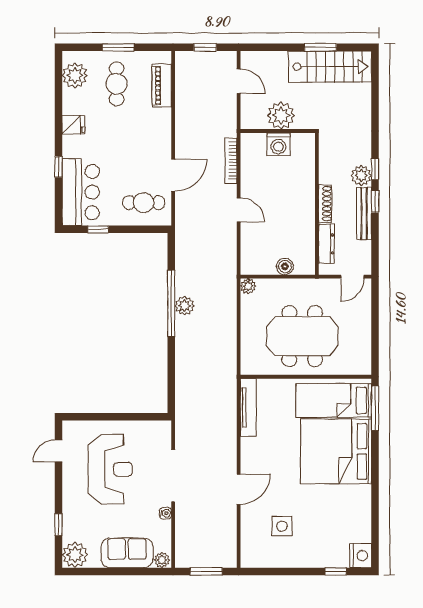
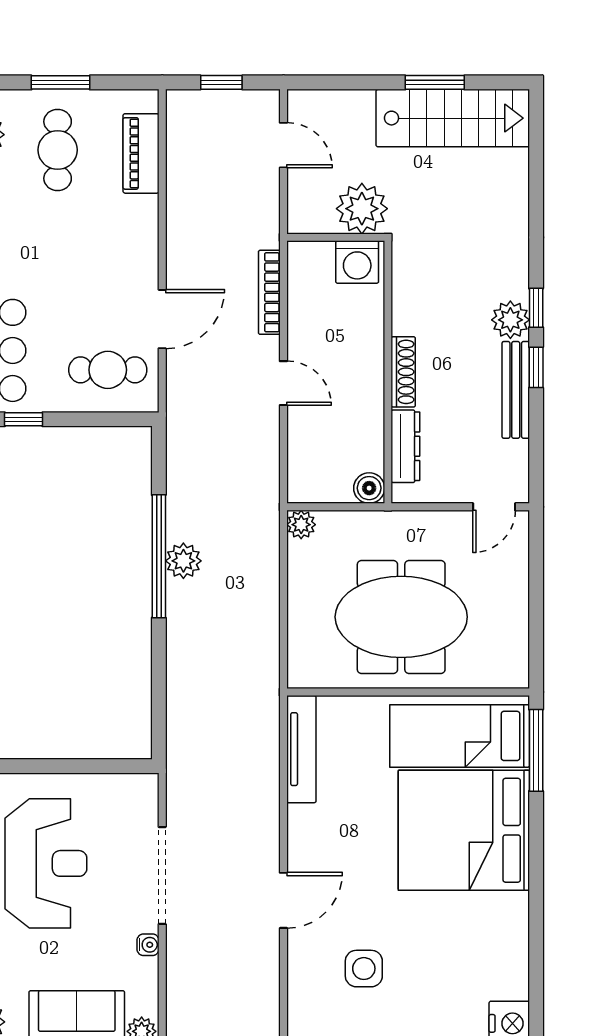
wall: (317, 204) -> (388, 372), moved
shoe rack: (325, 204) -> (403, 372), moved
dresser: (326, 244) -> (405, 446), moved

